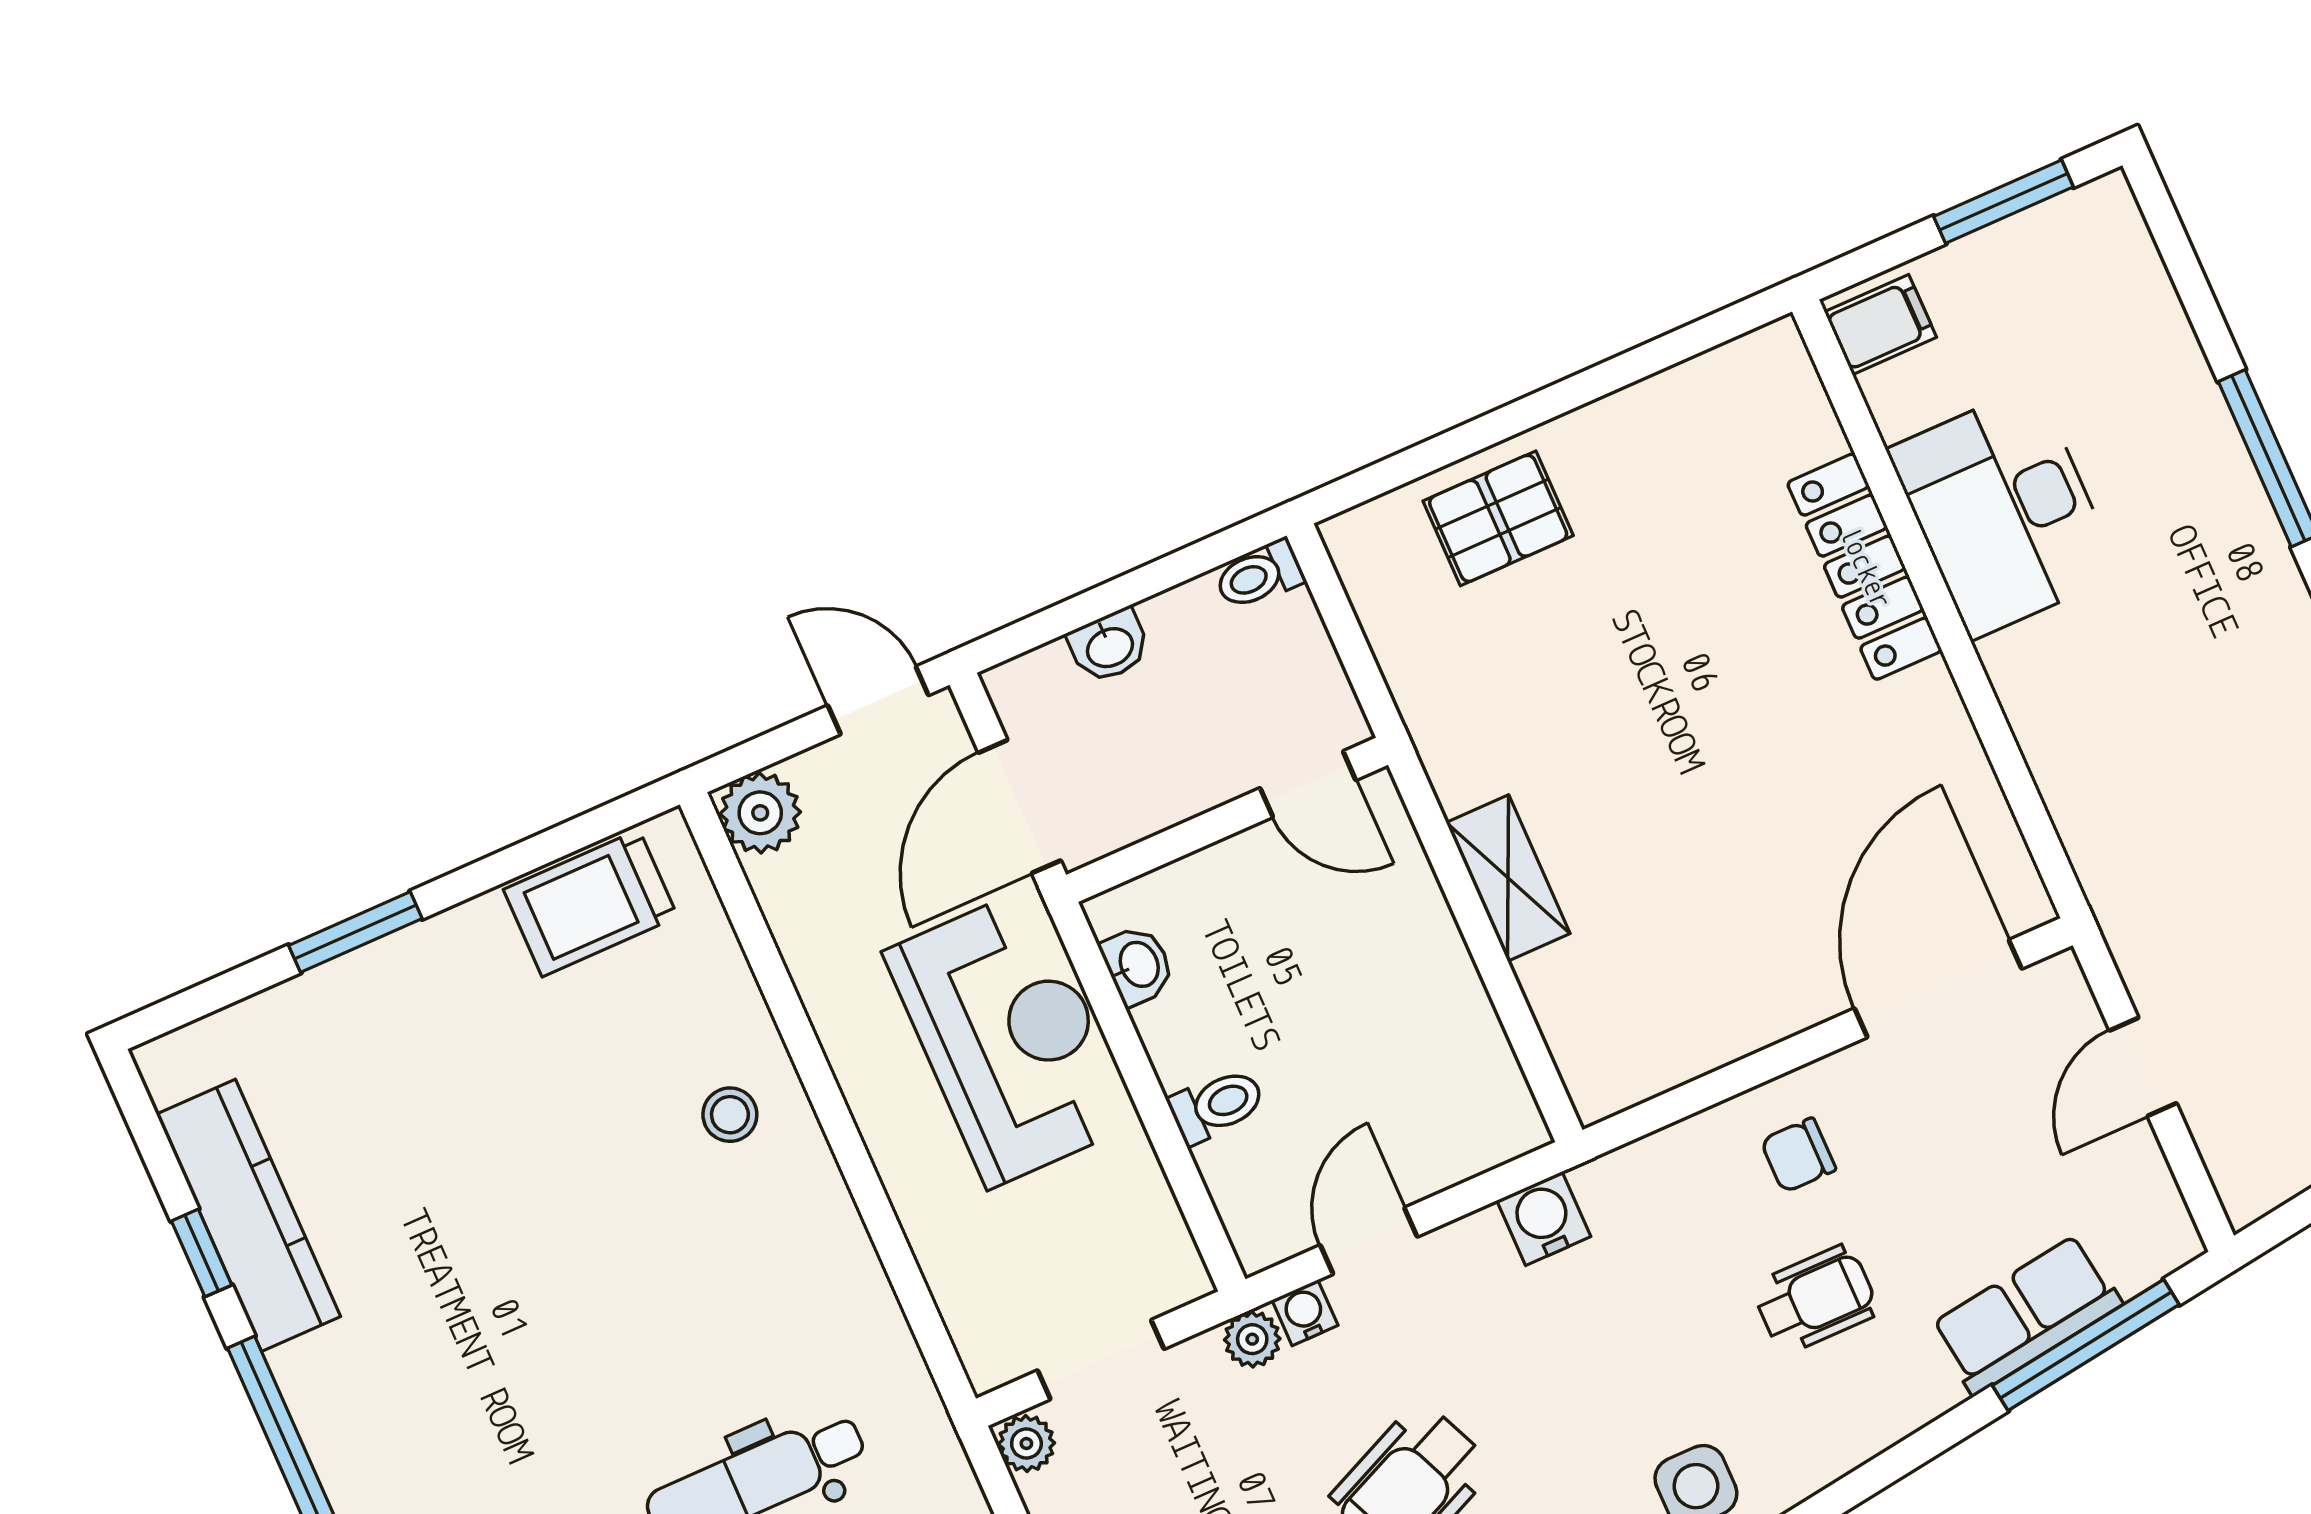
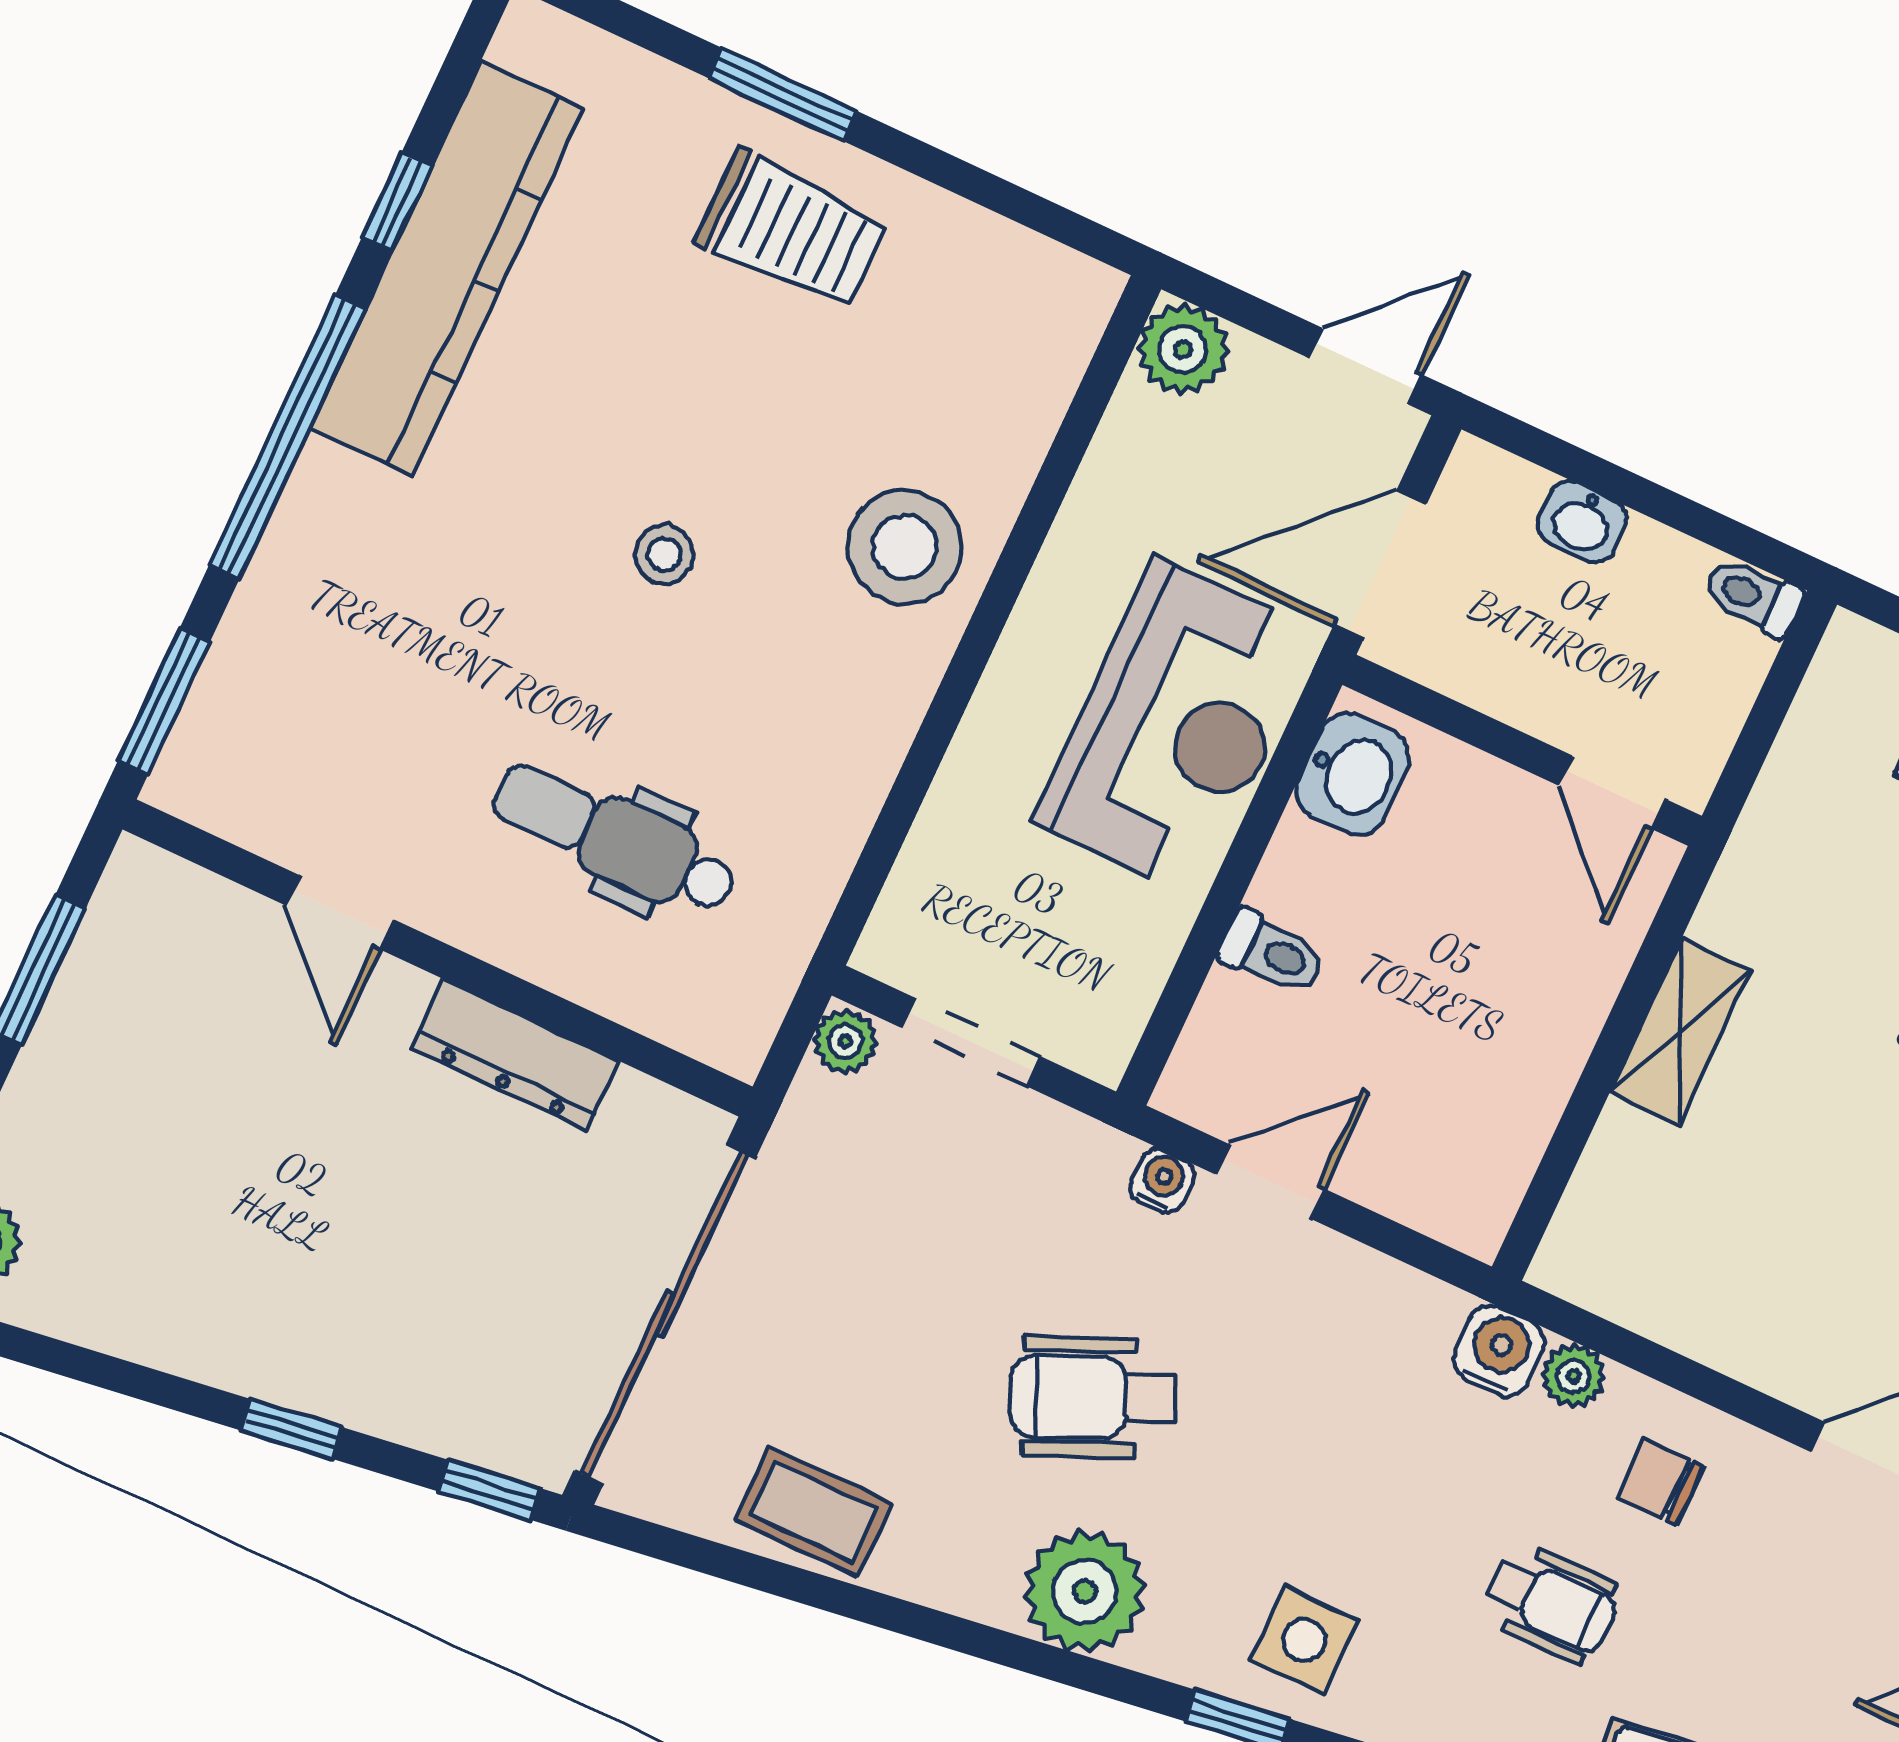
door: (878, 700) -> (1365, 366), hinge flipped
trolley: (591, 903) -> (792, 230), moved, turned 180
washbasin: (1138, 965) -> (1353, 774), width x1.38, depth x1.45
stool: (730, 1115) -> (905, 547), width x1.89, depth x1.89
kitchen counter: (248, 1215) -> (447, 268), width x1.39, depth x1.17
water cooler: (1544, 1219) -> (1499, 1351), moved
stool: (594, 1280) -> (664, 554), added
plant: (1252, 1339) -> (1573, 1376), moved

